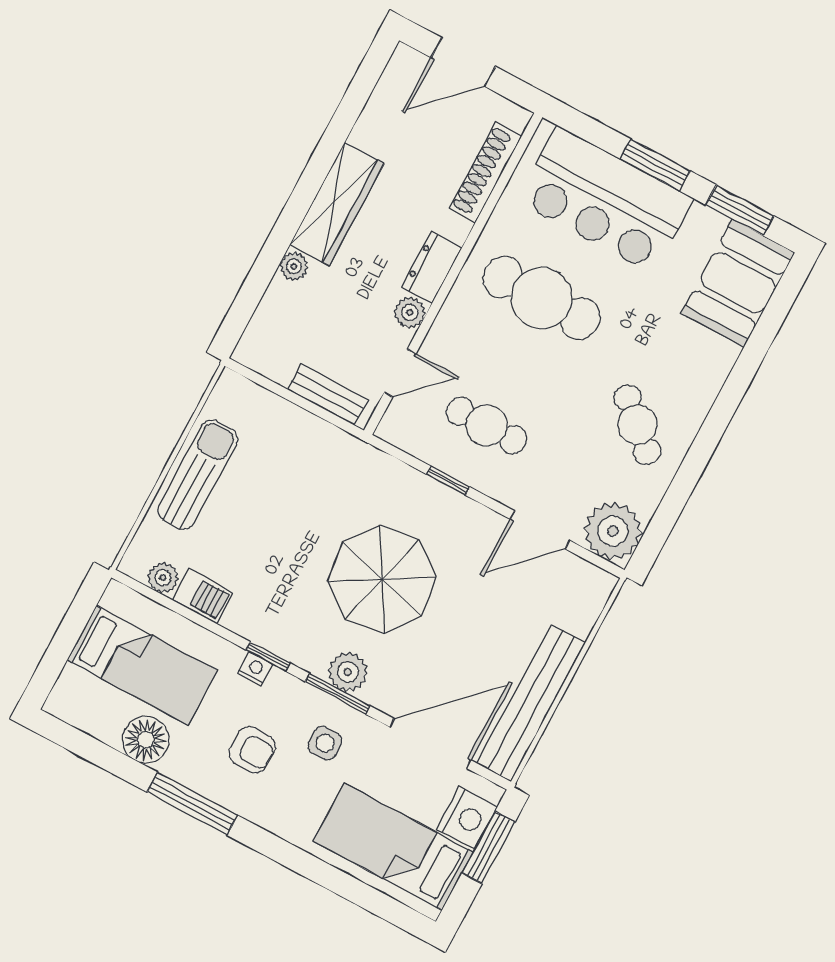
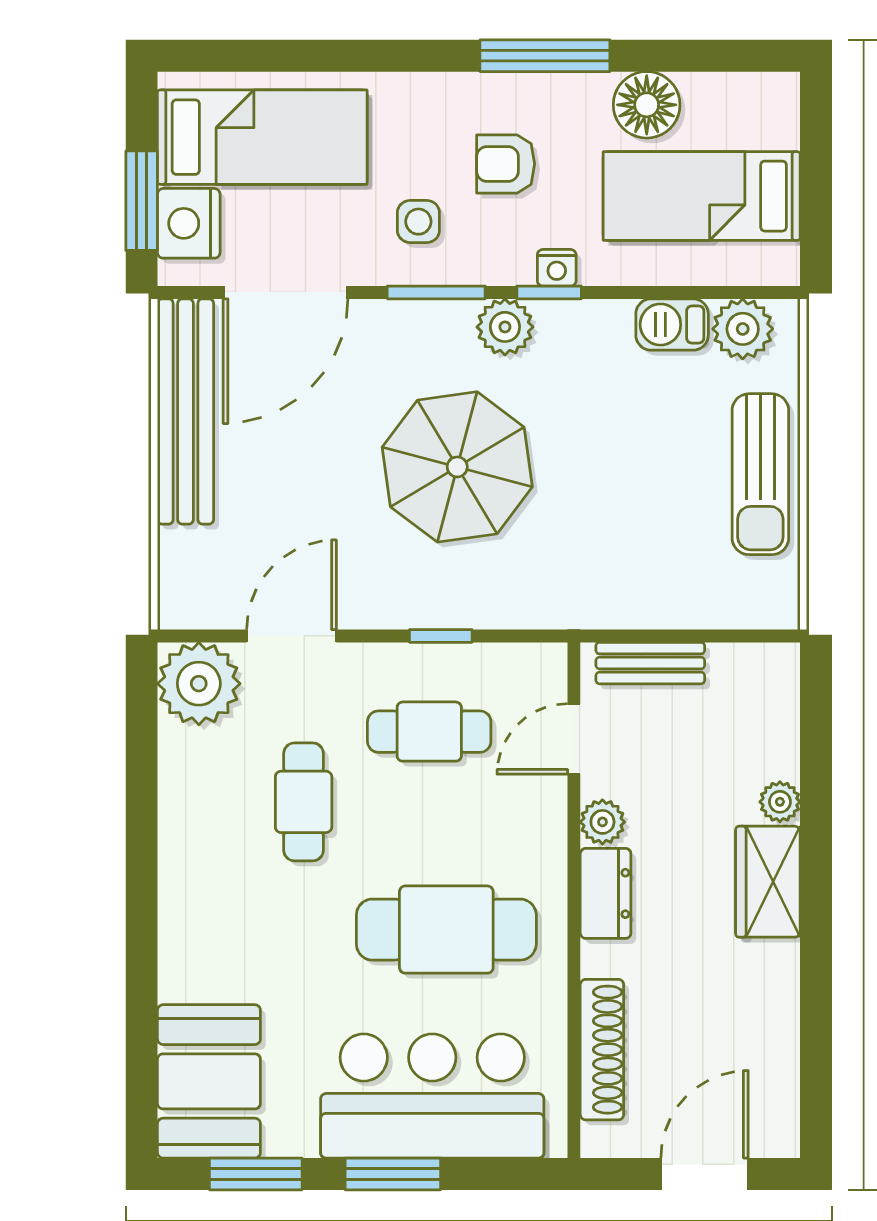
wardrobe: (337, 204) -> (768, 882), width x0.67
cafe table: (637, 425) -> (304, 802), moved, turned 48
plant: (163, 578) -> (743, 329), width x1.38, depth x1.38
plant: (348, 672) -> (505, 327), moved

